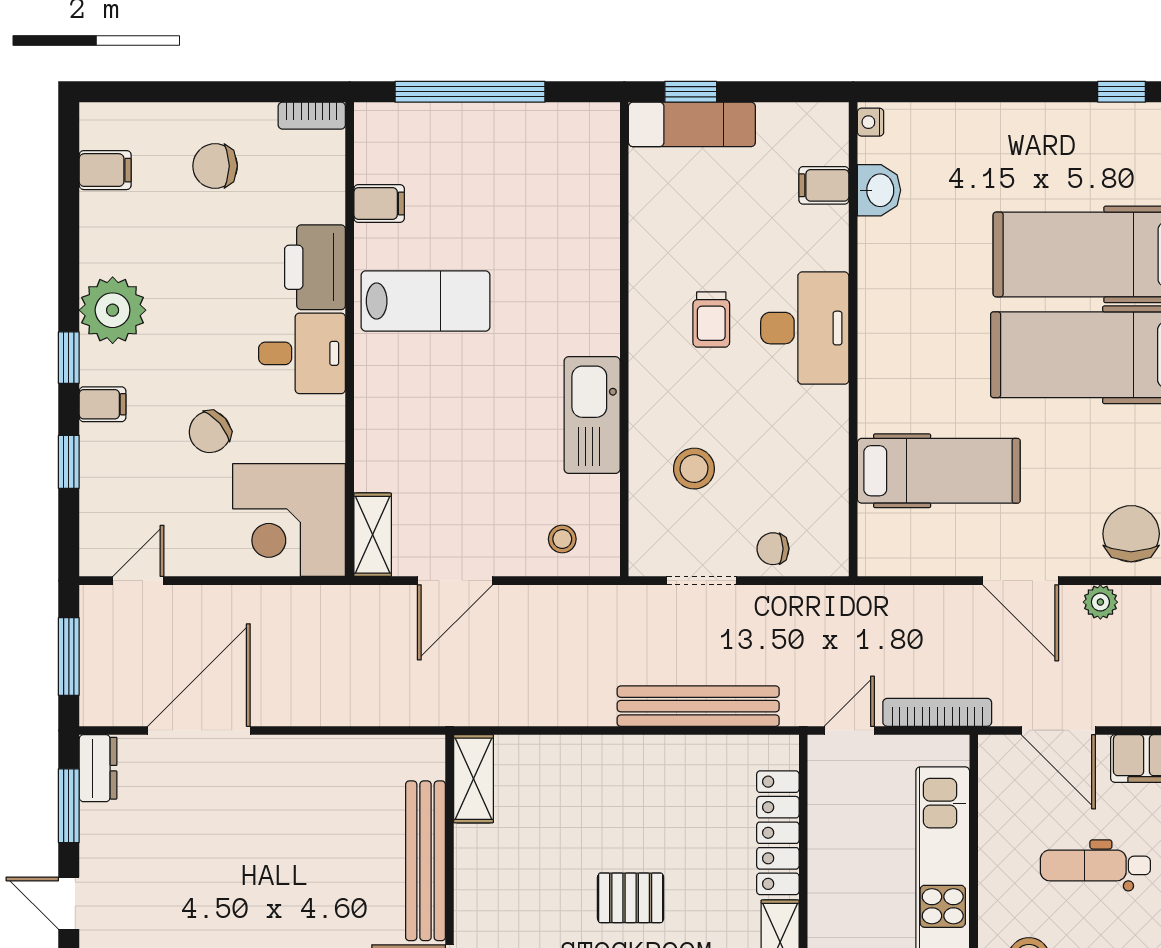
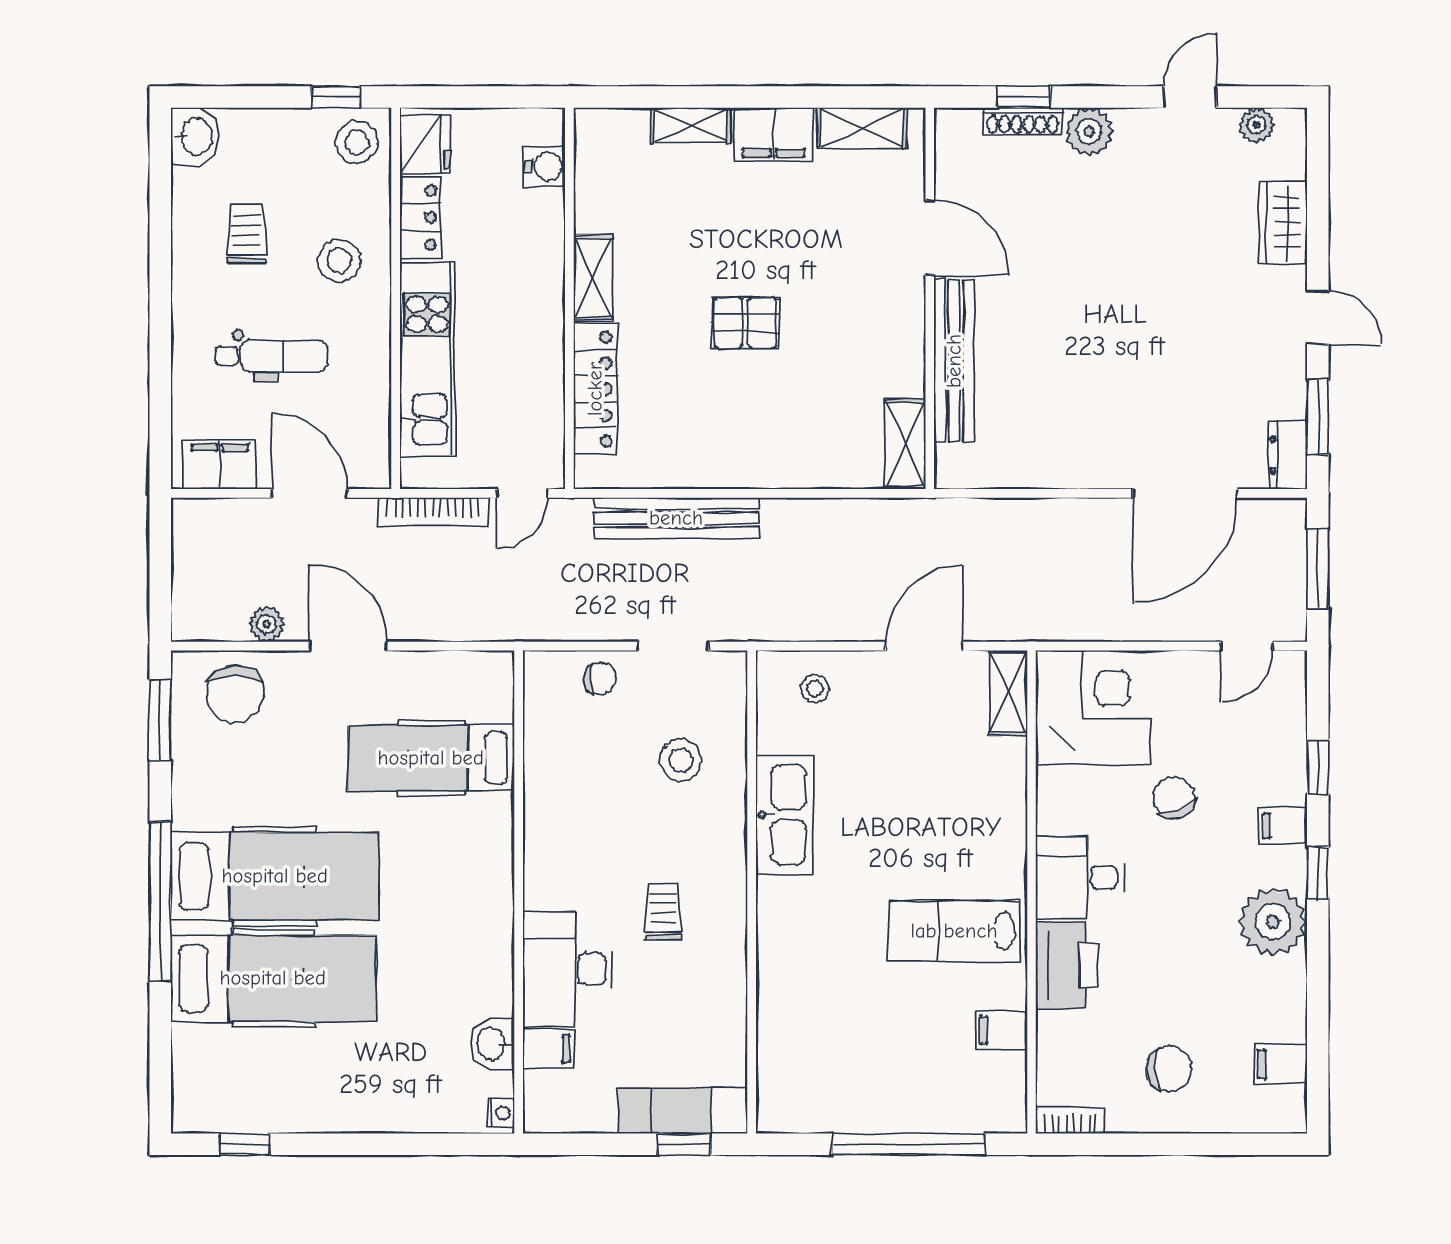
desk: (805, 328) -> (568, 969), moved
chair: (210, 432) -> (1174, 798), turned -70

